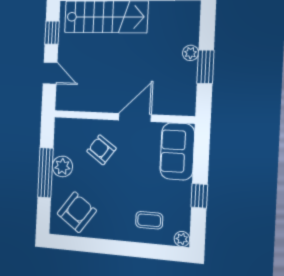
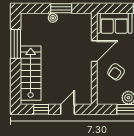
door: (135, 117) -> (94, 51), swing flipped

